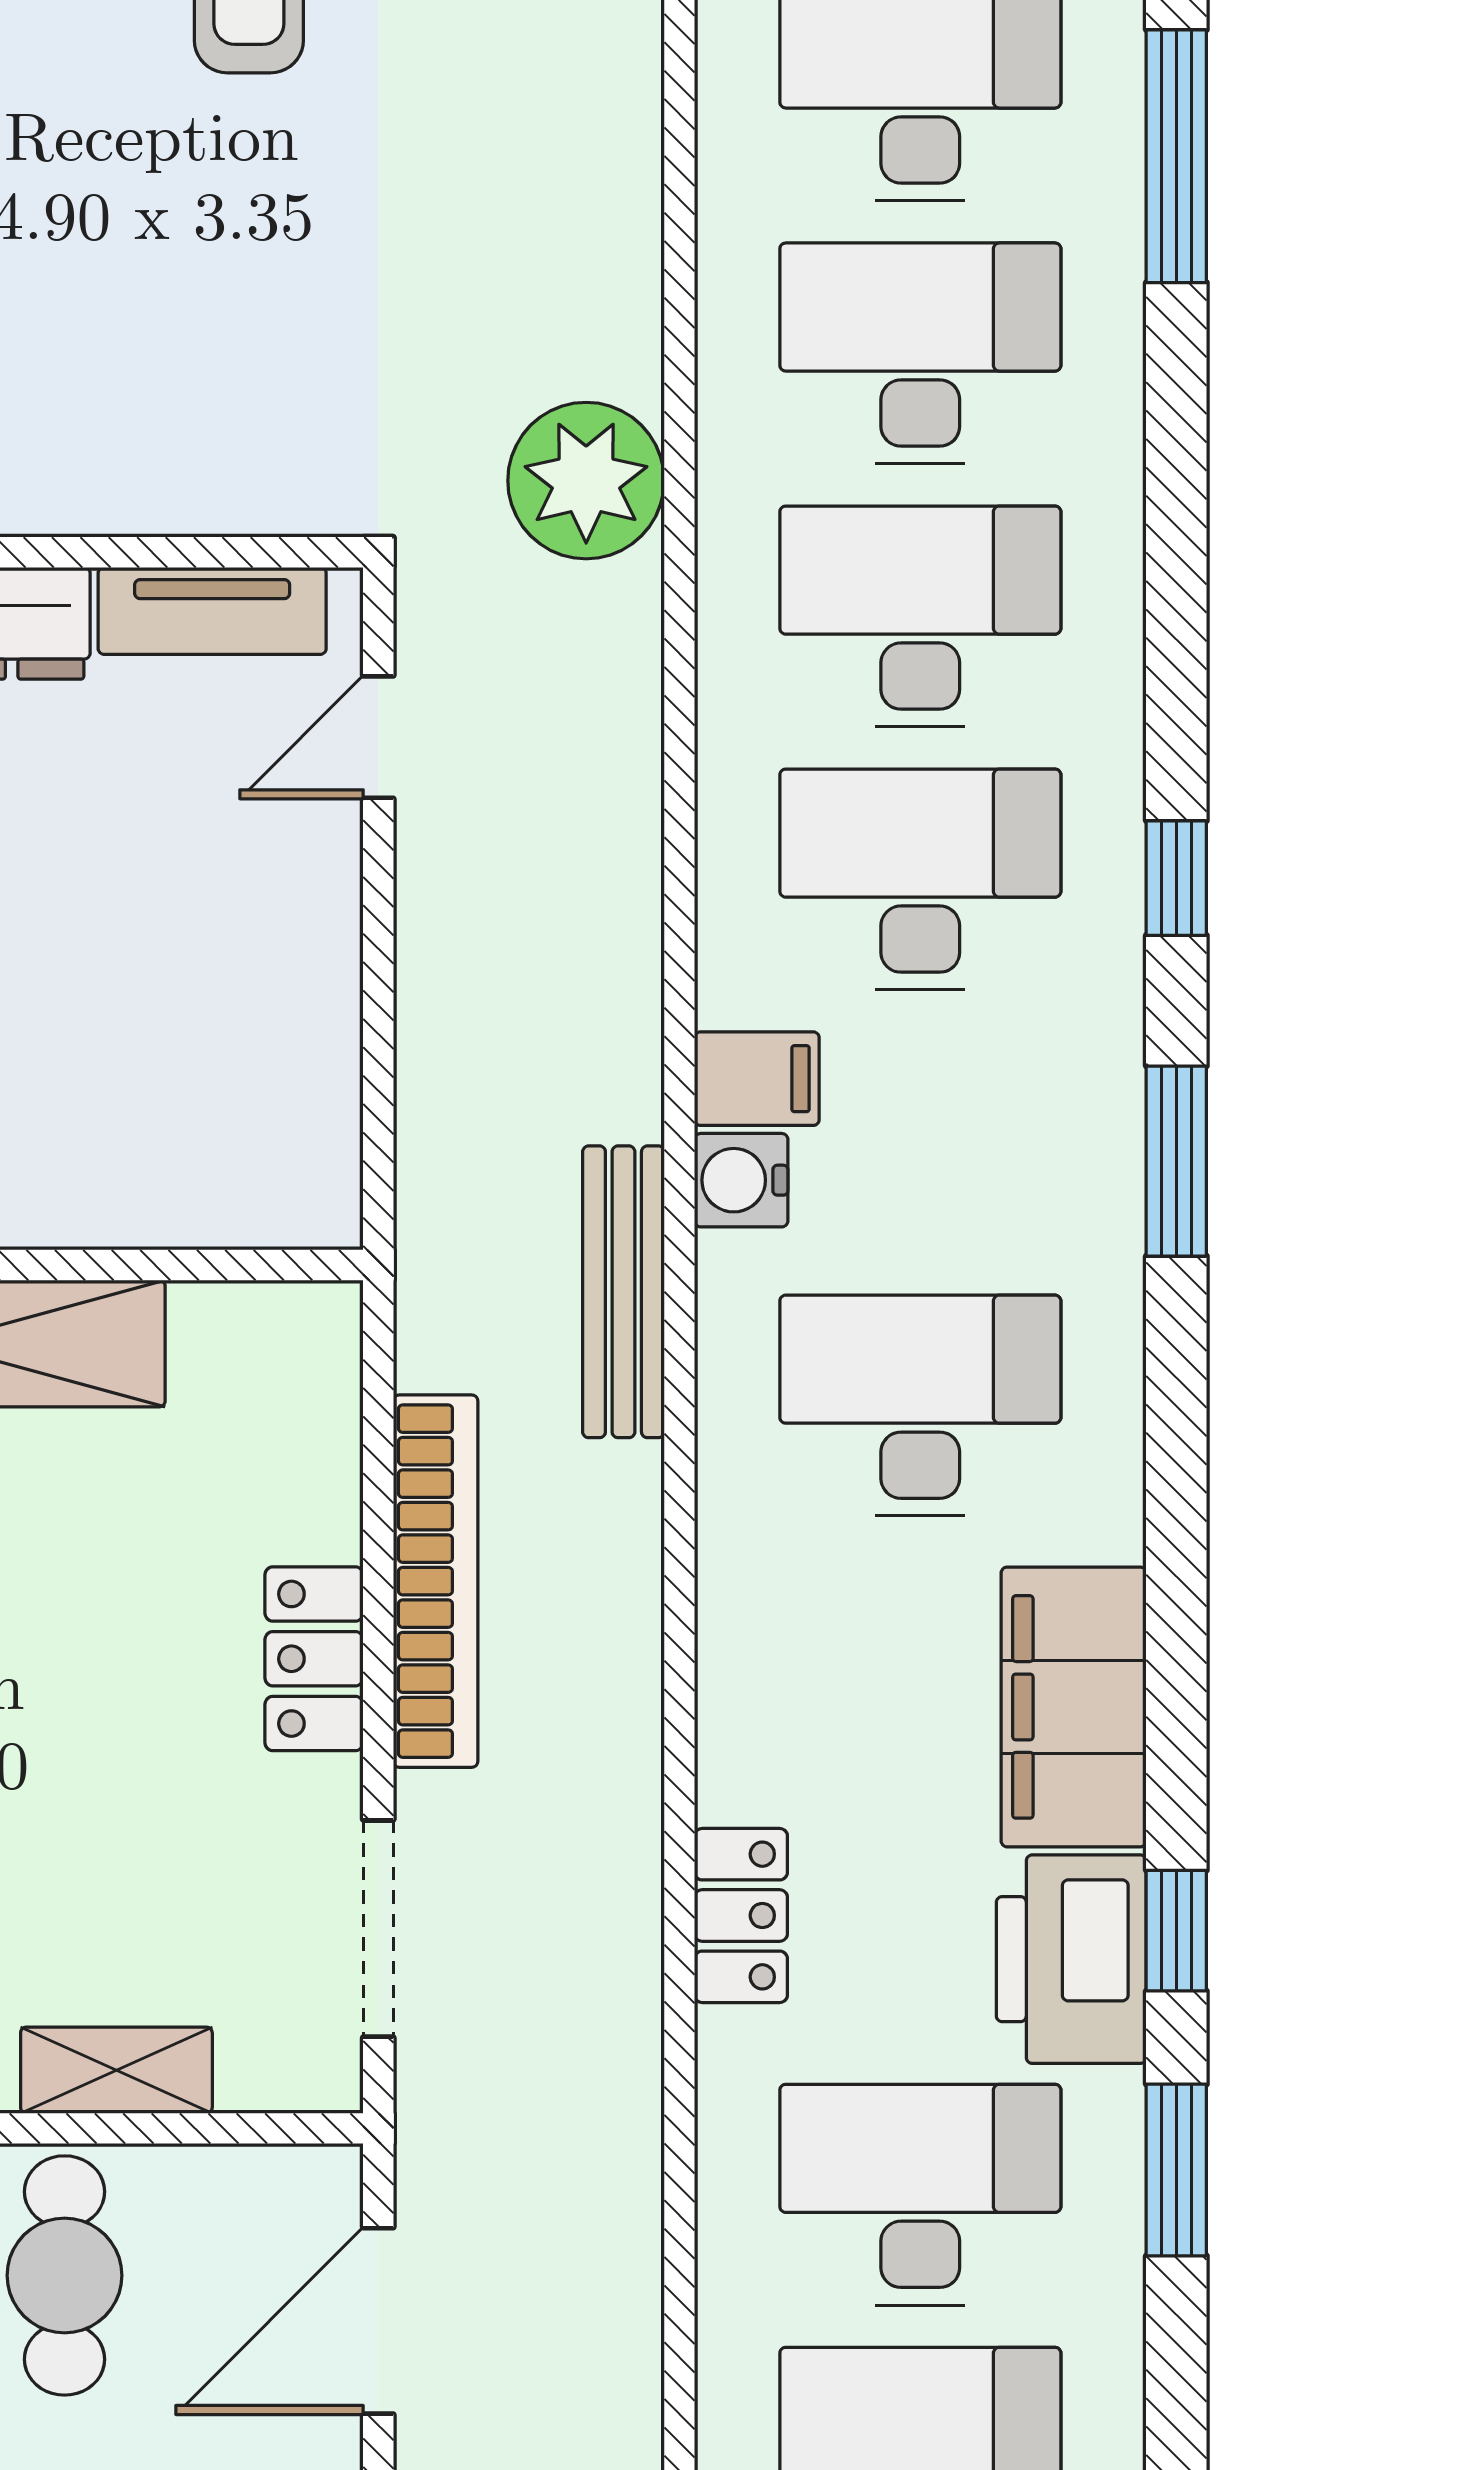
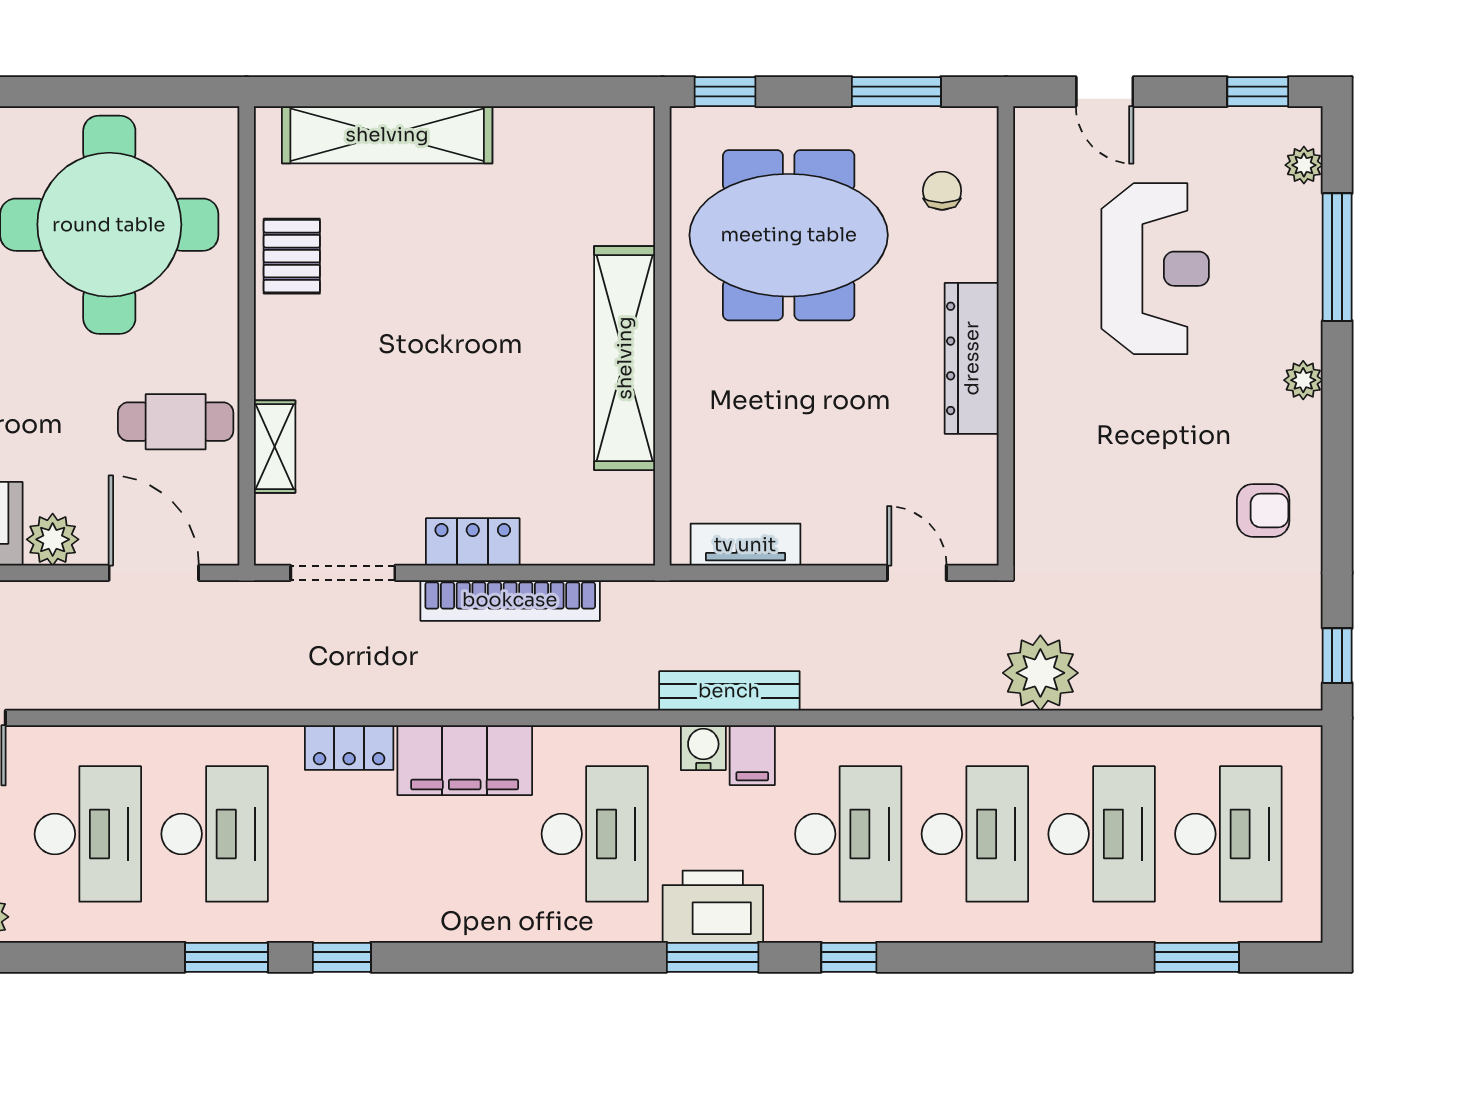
window: (1176, 156) -> (1197, 957), width x0.69
tv unit: (212, 611) -> (745, 545), moved, turned 90
bench: (623, 1292) -> (729, 691), moved
filing cabinet: (1074, 1707) -> (465, 760), moved, turned 180
printer: (1071, 1959) -> (713, 907), moved

